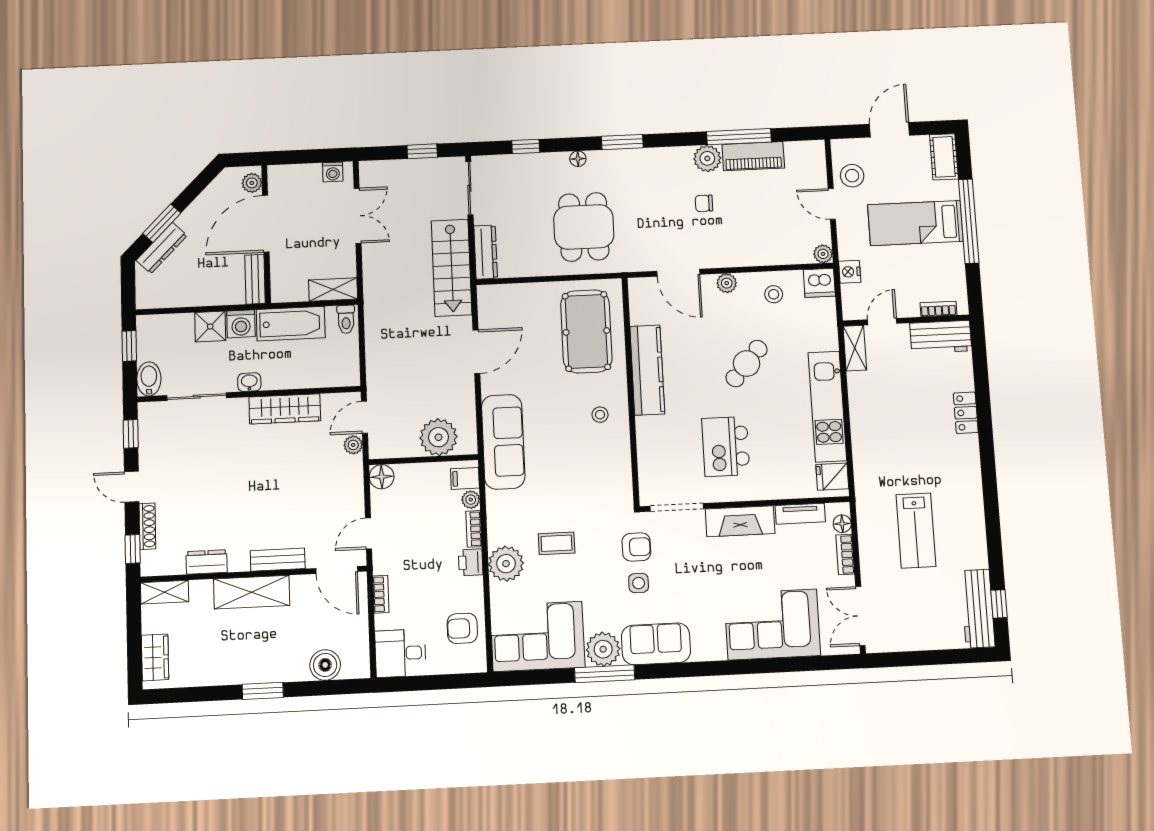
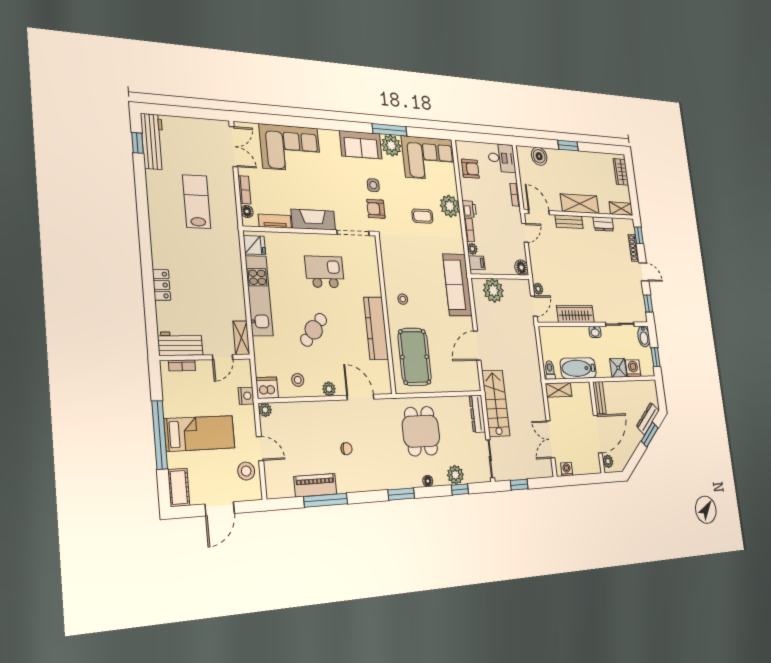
plant: (707, 158) -> (455, 475), moved
washing machine: (241, 324) -> (633, 368), moved
kitchen island: (726, 446) -> (325, 272), turned -90

